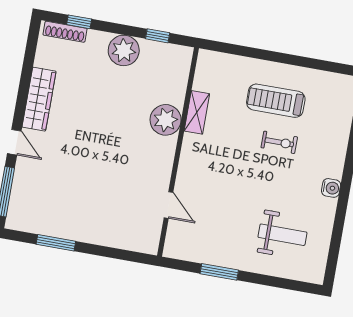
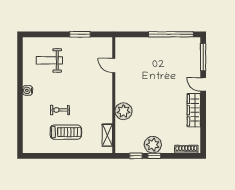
window: (79, 22) -> (154, 156), moved
shelving: (197, 112) -> (107, 135), moved
window: (56, 243) -> (171, 34), width x2.11

